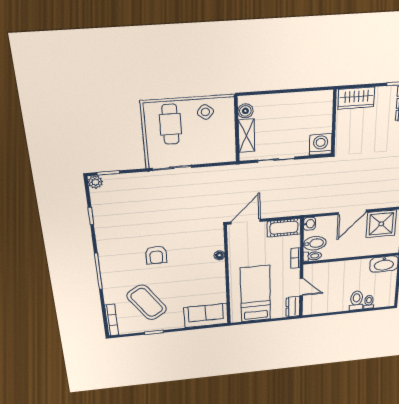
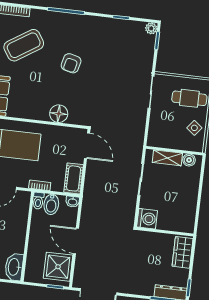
armchair: (156, 255) -> (71, 63), turned -76
floor lamp: (219, 255) -> (59, 114), width x1.89, depth x1.89

